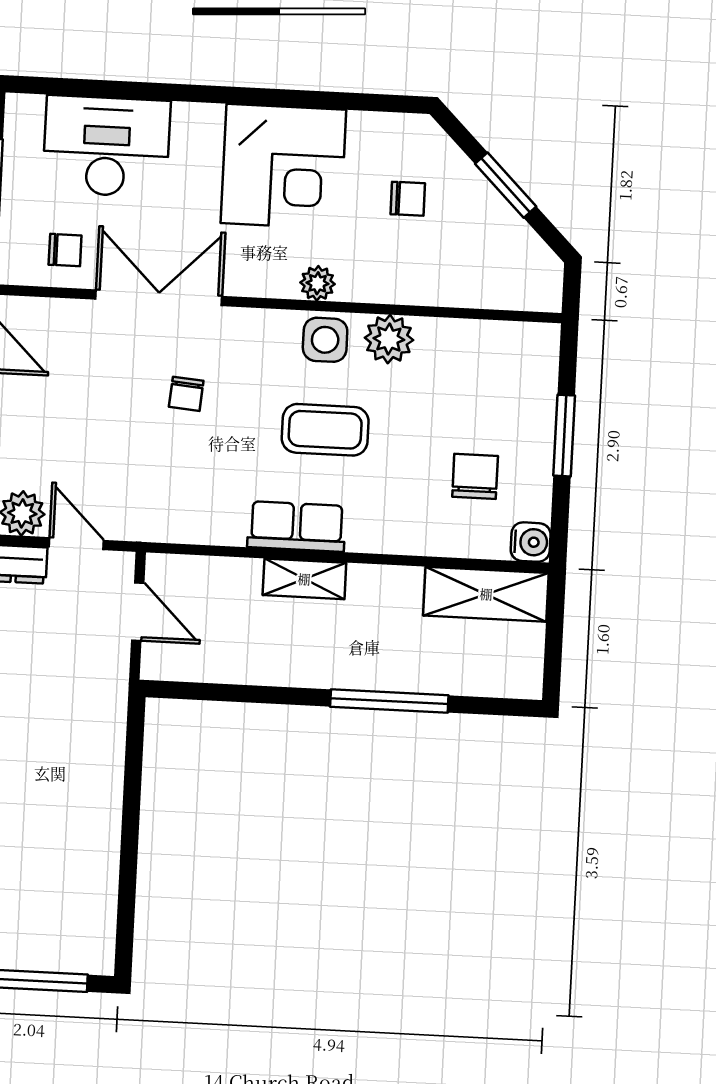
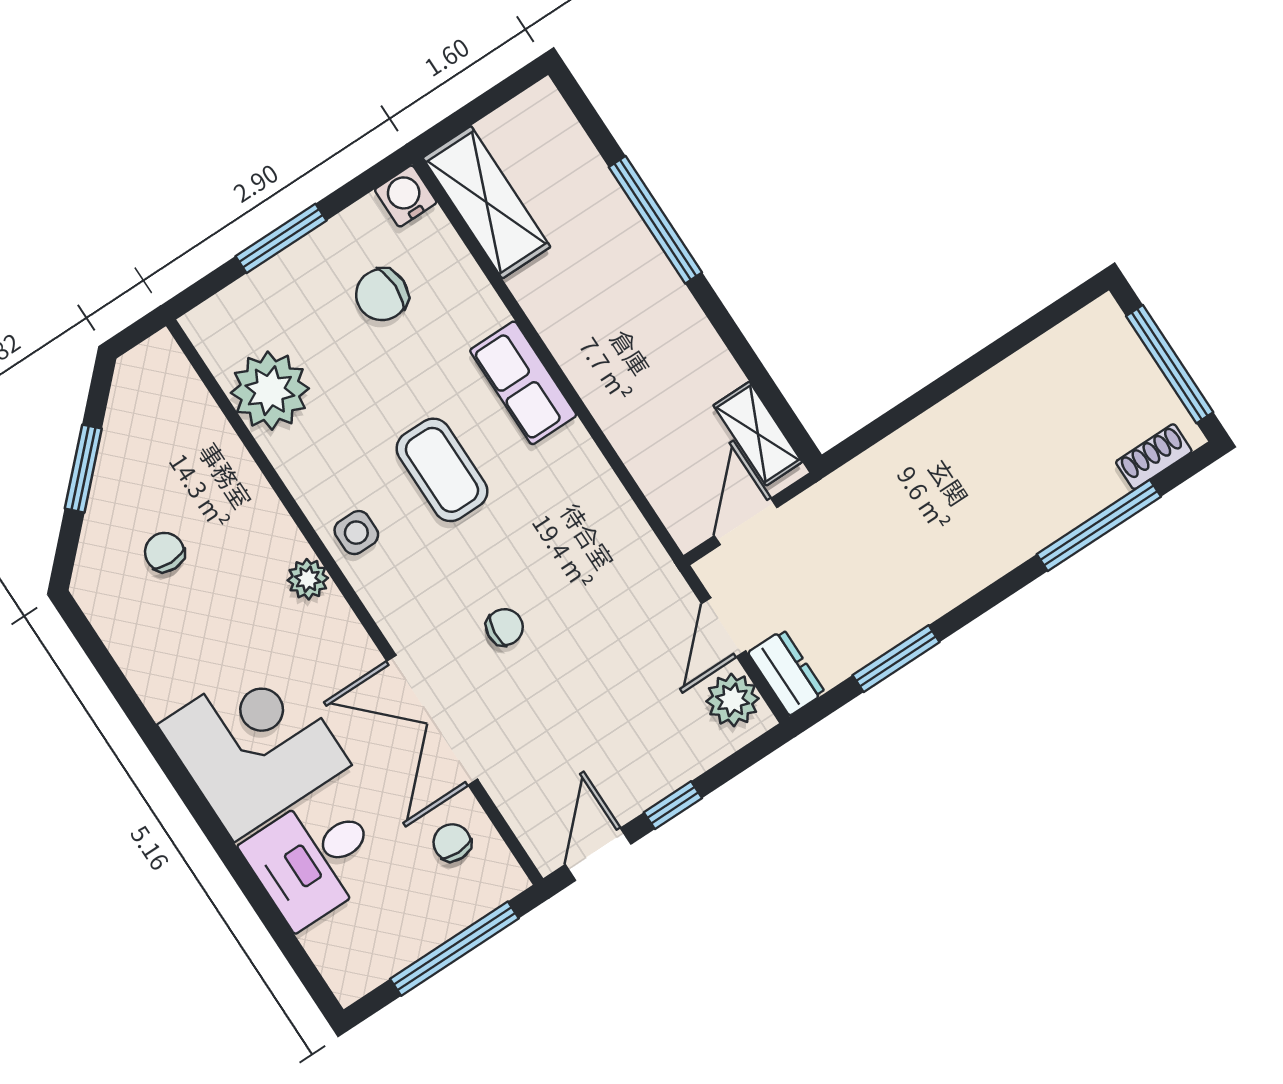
desk: (106, 146) -> (314, 859), width x0.73
corner desk: (283, 166) -> (254, 745), moved
plant: (389, 339) -> (270, 391), moved, width x1.36, depth x1.36
side table: (325, 340) -> (356, 533), width x0.73, depth x0.73
row of seats: (297, 527) -> (523, 383), moved
shelving: (304, 579) -> (758, 434), moved

